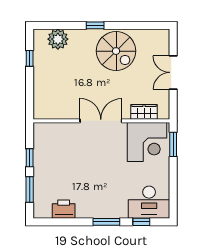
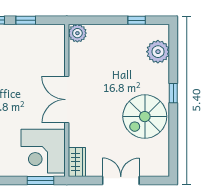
plant: (41, 111) -> (77, 33), added
wardrobe: (144, 112) -> (77, 162), moved
double door: (101, 121) -> (67, 100), swing flipped

